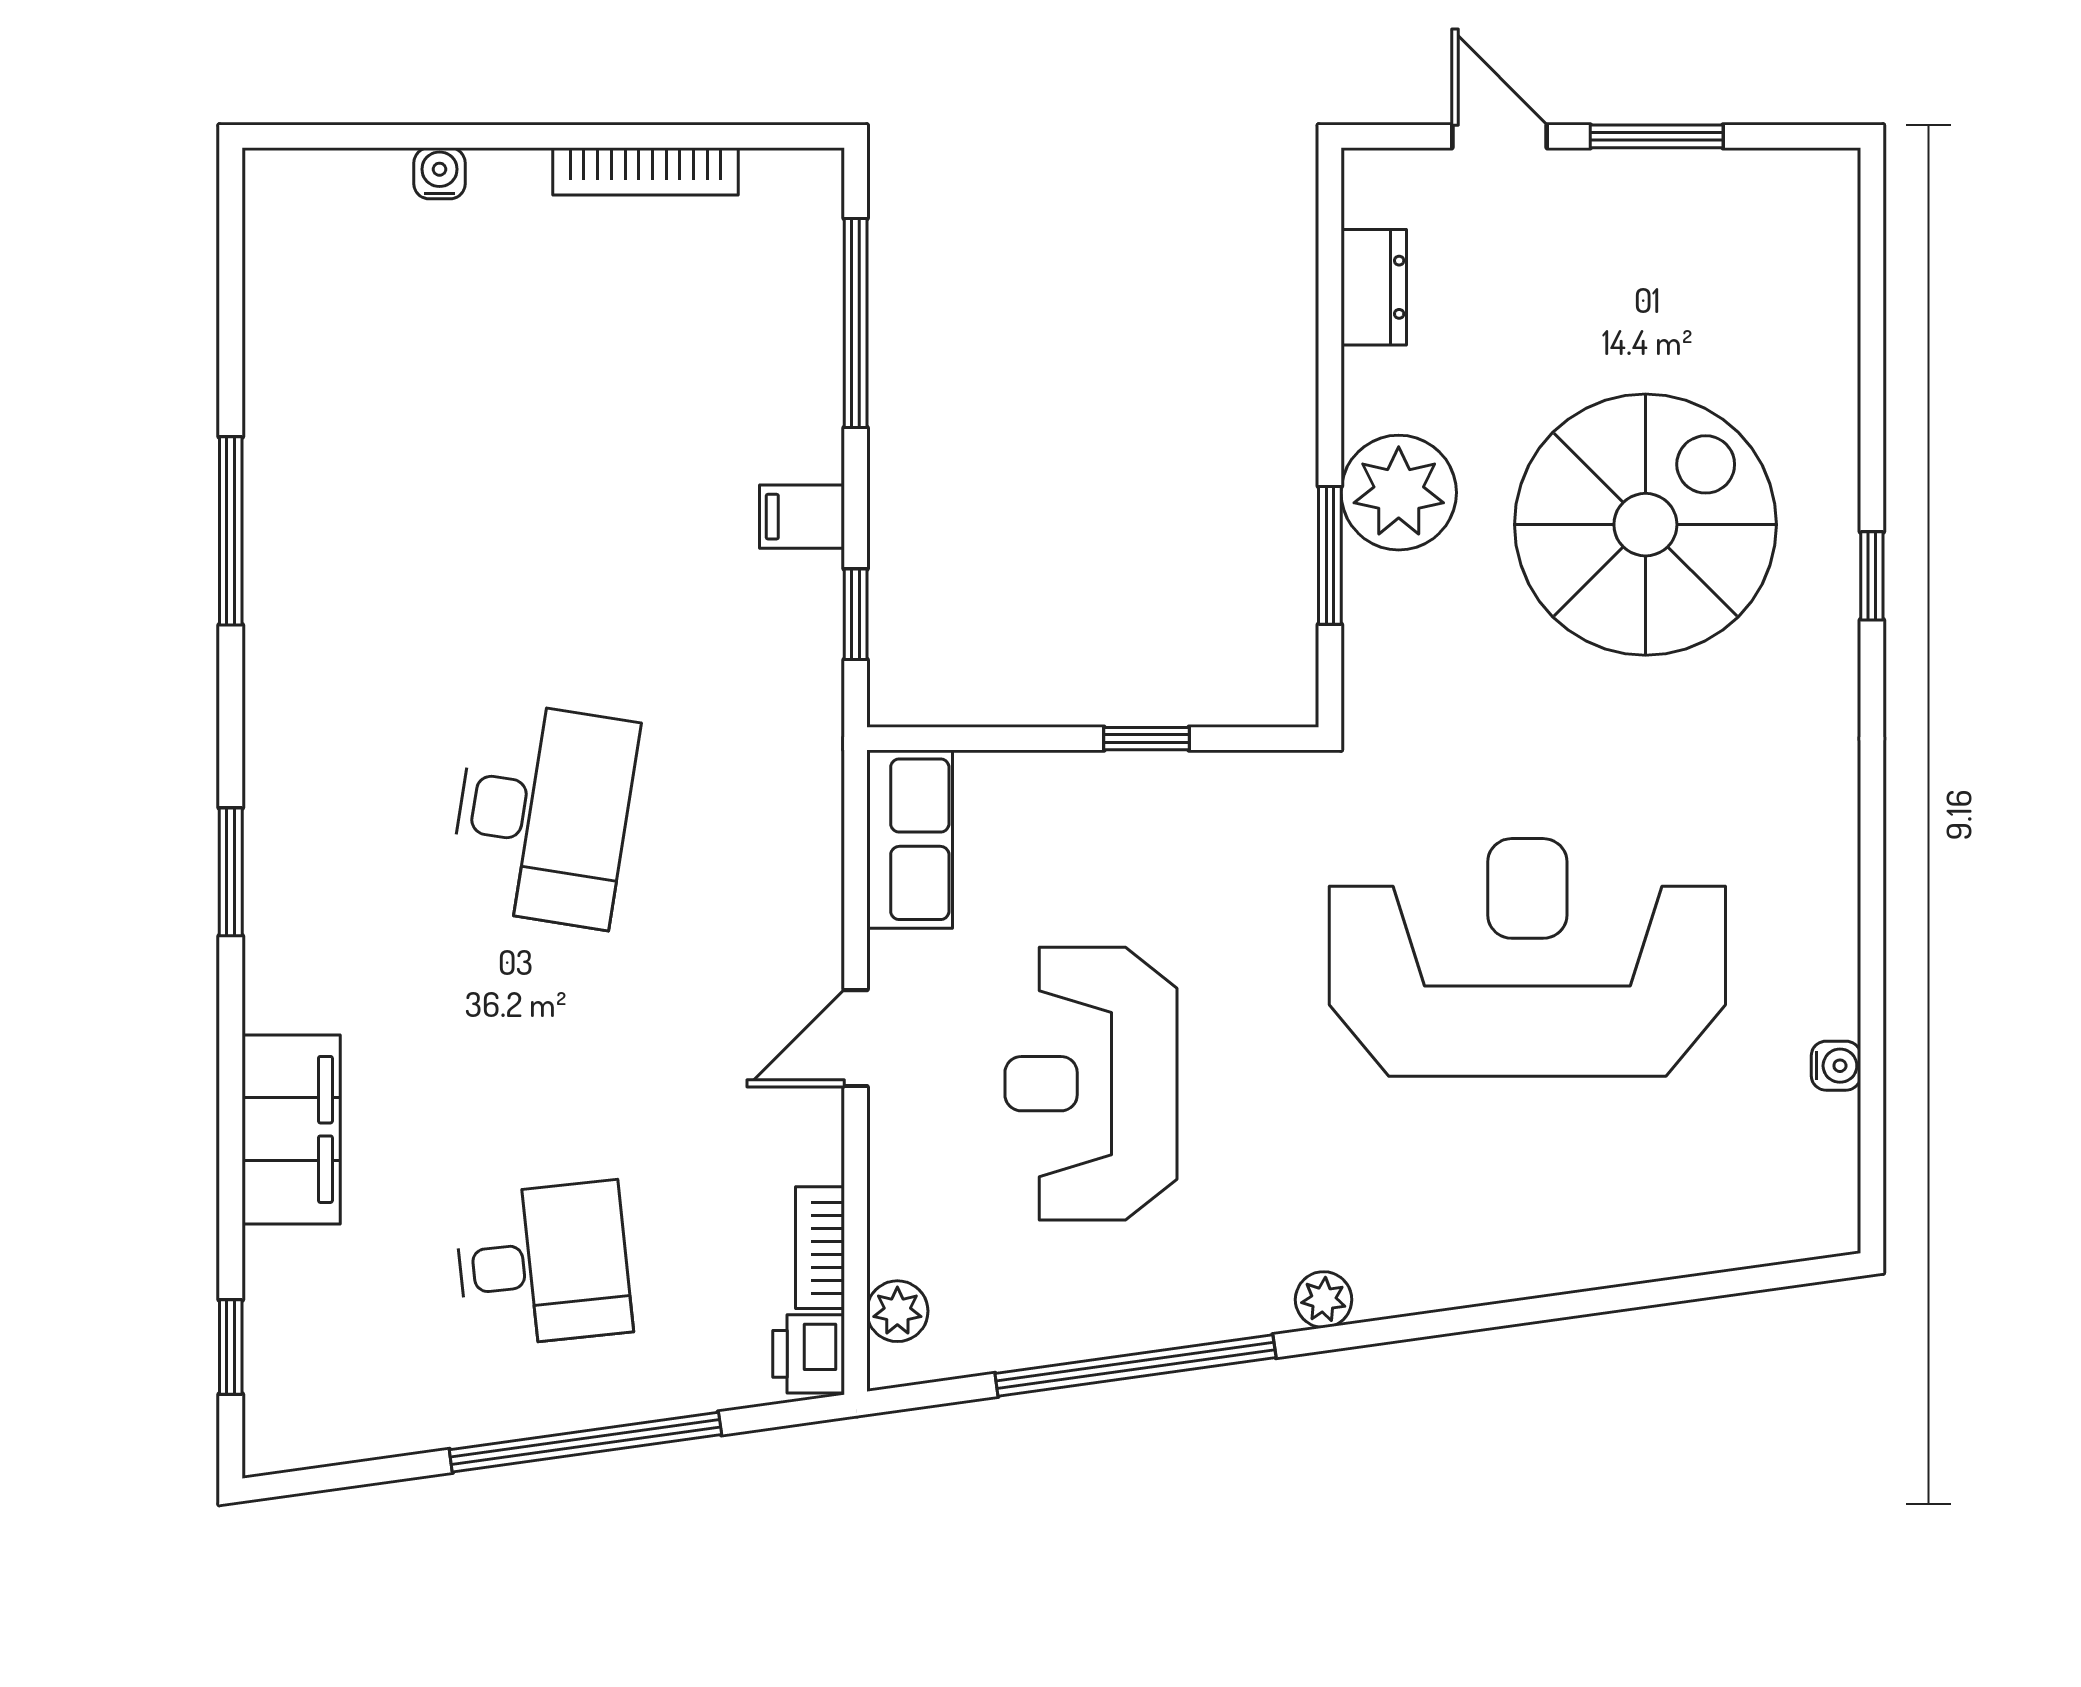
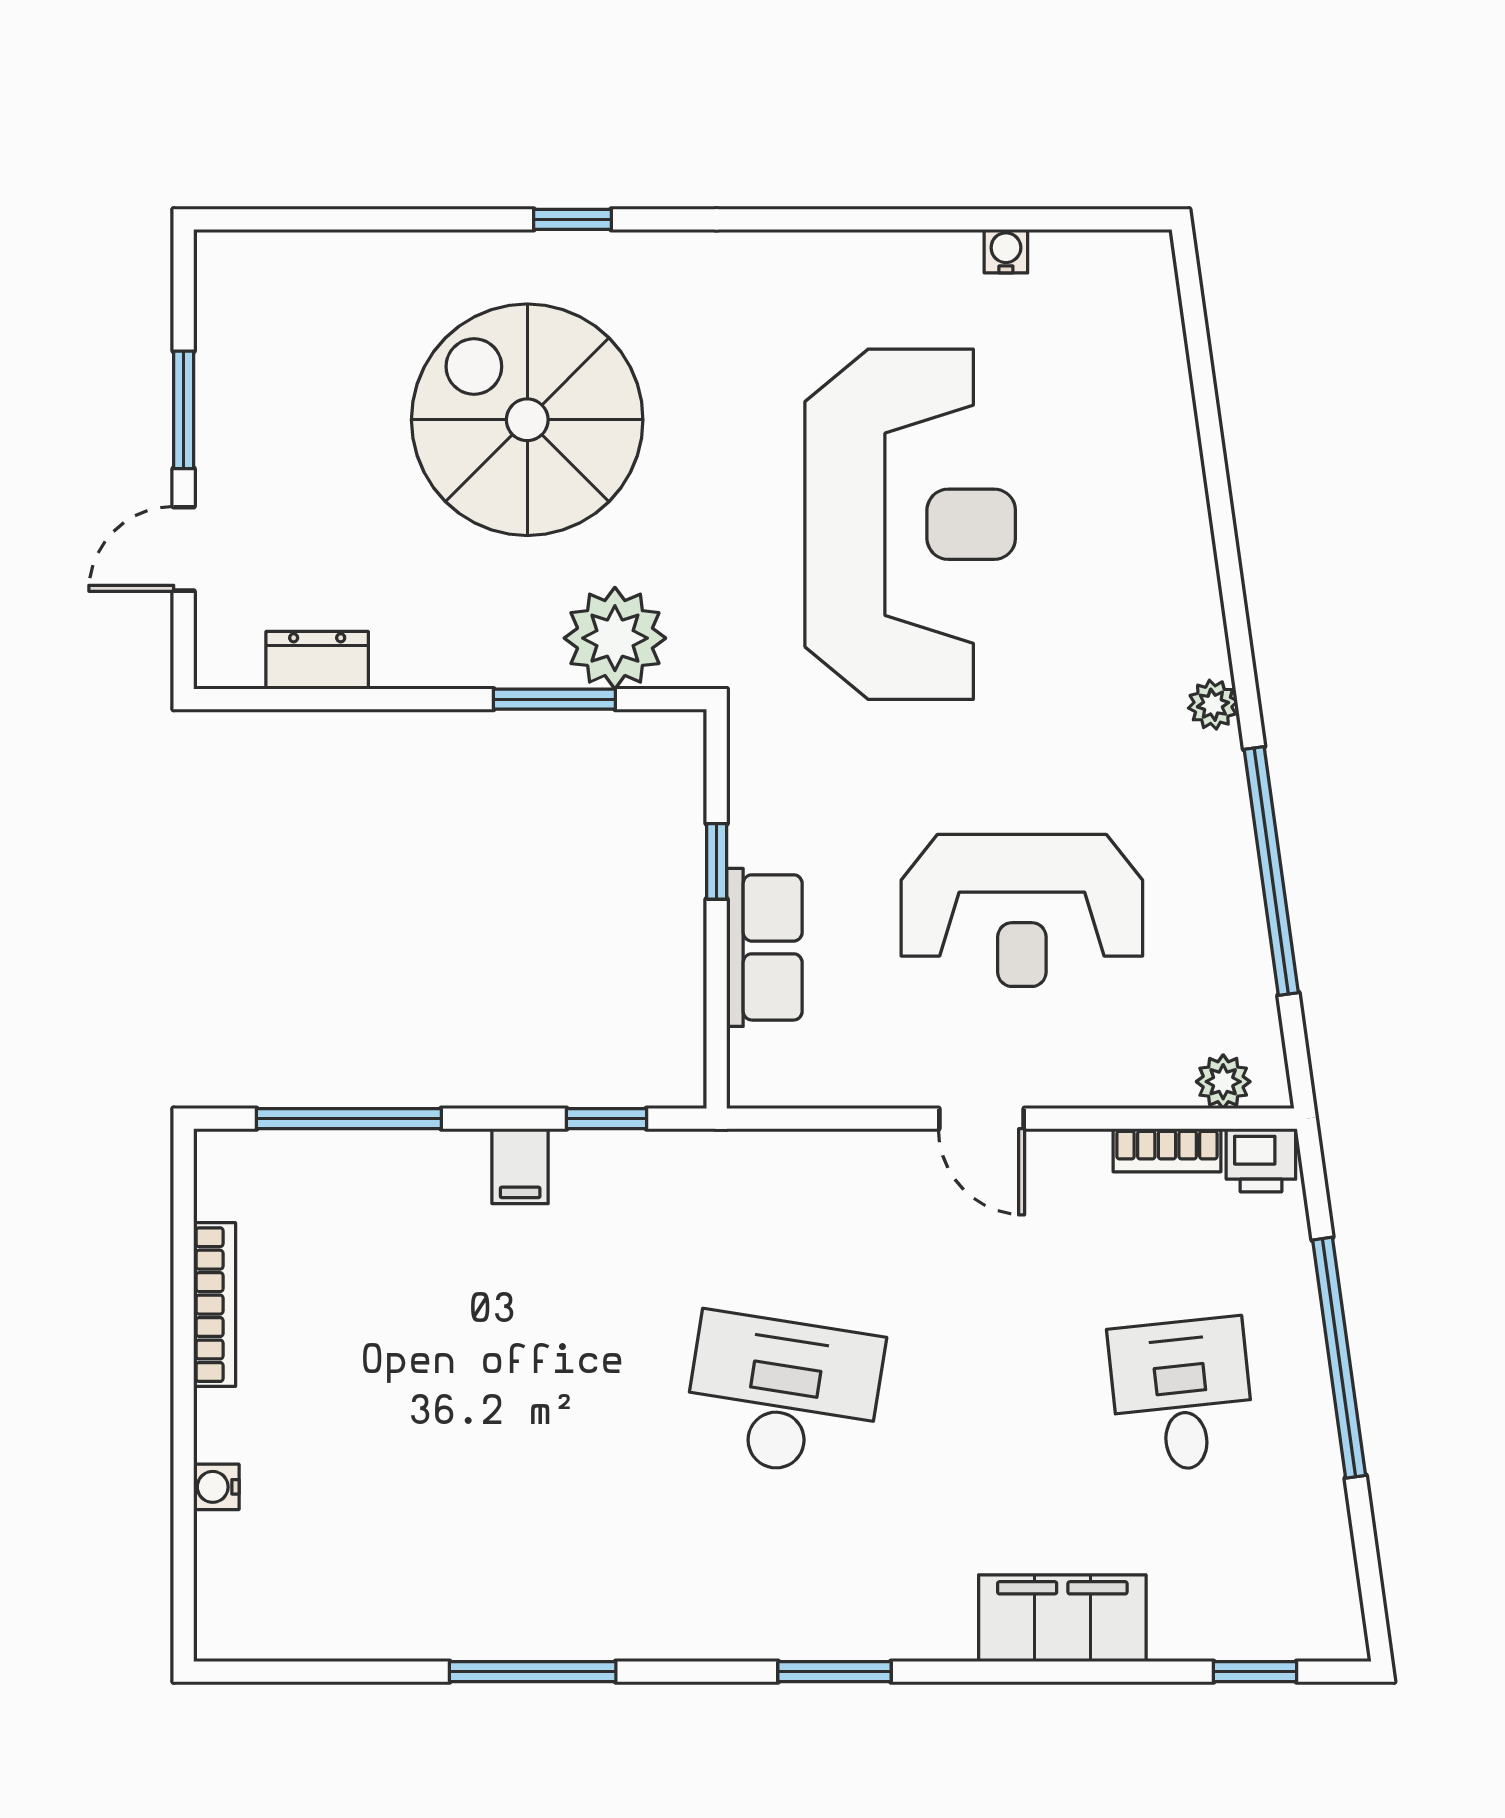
plant: (1399, 493) -> (615, 638), moved
row of seats: (910, 839) -> (764, 947), moved, turned 90
reception desk: (1527, 957) -> (910, 524), turned 180

